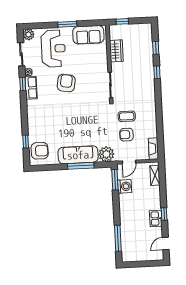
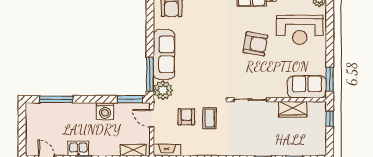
window: (67, 24) -> (330, 79), moved
sofa: (88, 35) -> (307, 87), moved, turned 90
window: (81, 166) -> (150, 74), moved
washing machine: (125, 186) -> (105, 111), moved

